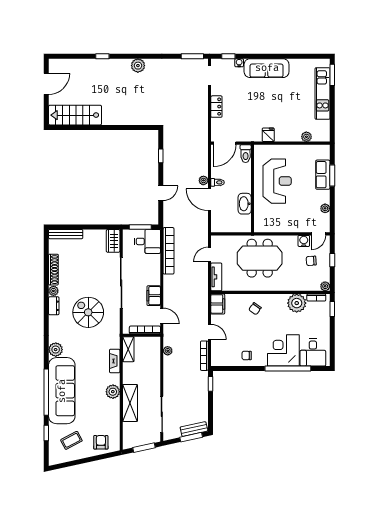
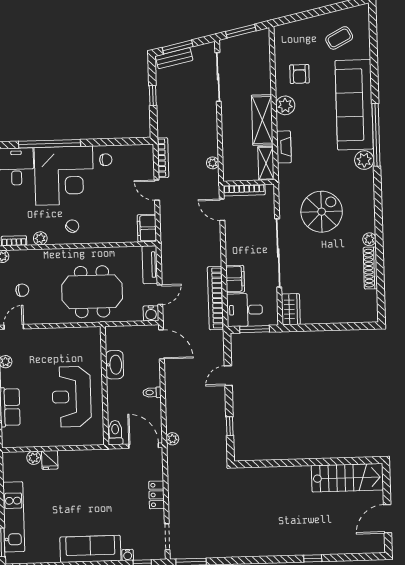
plant: (138, 66) -> (264, 547), removed
fridge: (268, 135) -> (50, 460), moved
door: (225, 143) -> (144, 446), hinge flipped
plant: (203, 180) -> (172, 439), moved
door: (210, 200) -> (161, 344), moved
bench: (66, 234) -> (355, 316), removed
water cooler: (304, 241) -> (151, 313), moved
filing cabinet: (154, 296) -> (235, 279), moved
plant: (297, 303) -> (40, 238), width x0.53, depth x0.53
dresser: (54, 306) -> (368, 219), removed
chair: (255, 309) -> (72, 226), moved
spiral stairs: (88, 312) -> (322, 212), turned -90
corner desk: (283, 350) -> (64, 176), width x1.36, depth x1.36
window: (210, 384) -> (153, 96), moved
window: (46, 392) -> (376, 135), moved
shelving: (130, 403) -> (262, 120), moved
window: (46, 433) -> (373, 47), removed
armchair: (101, 442) -> (299, 74), moved

